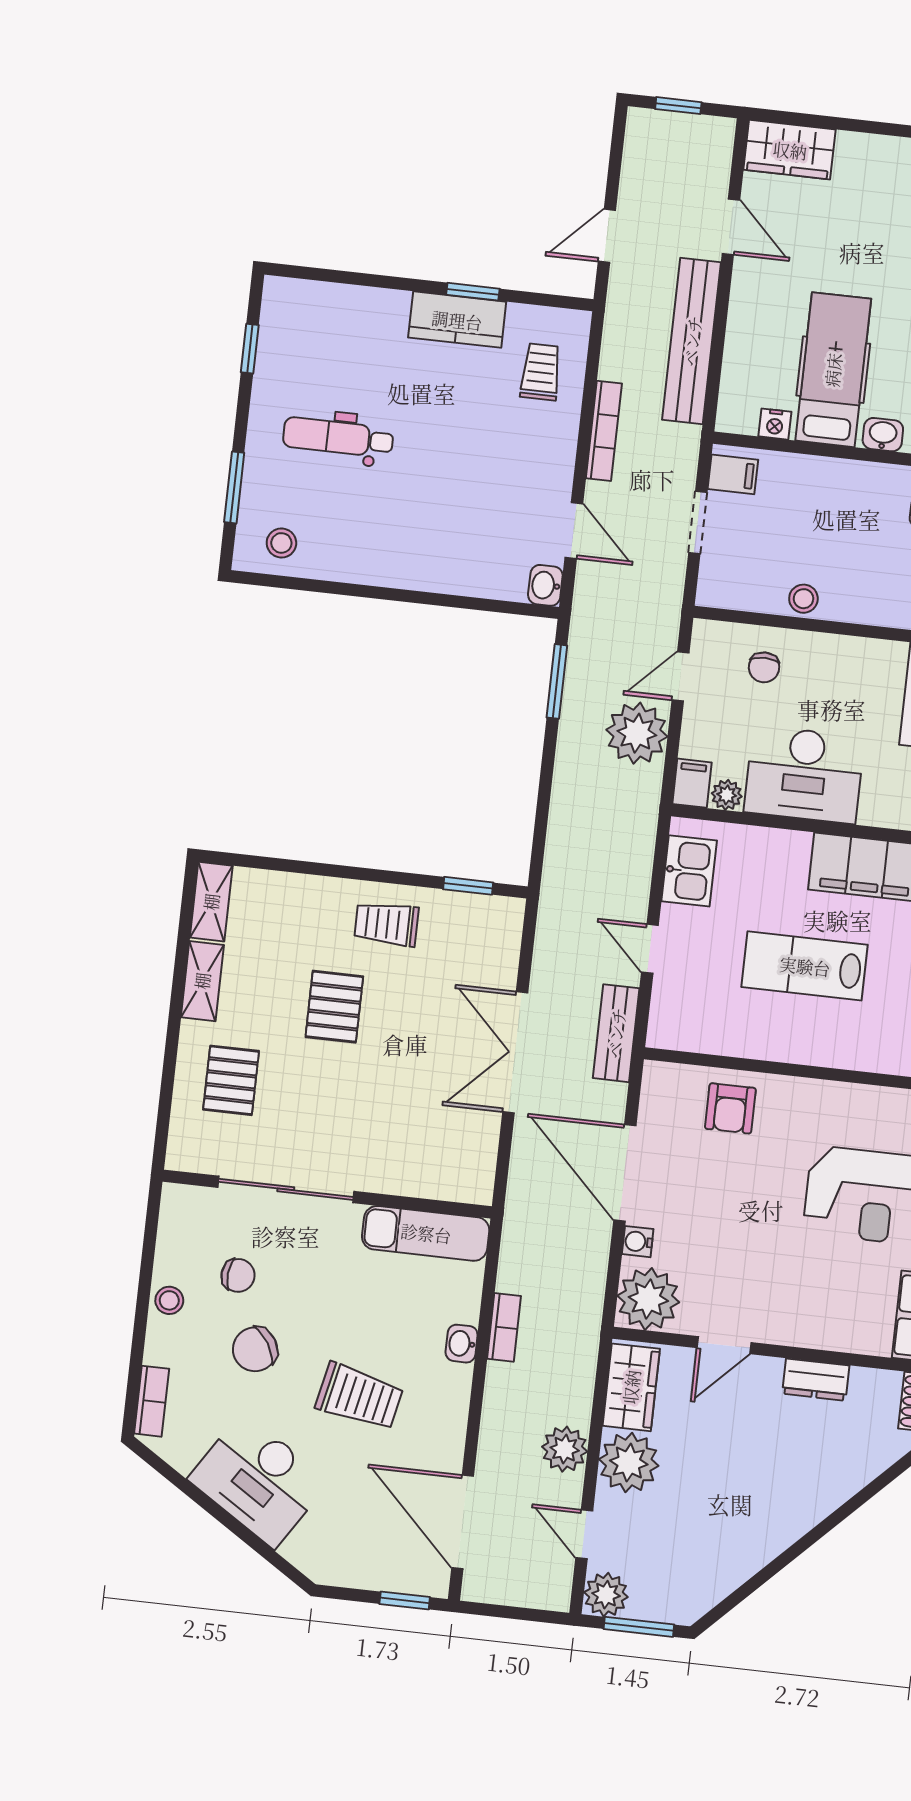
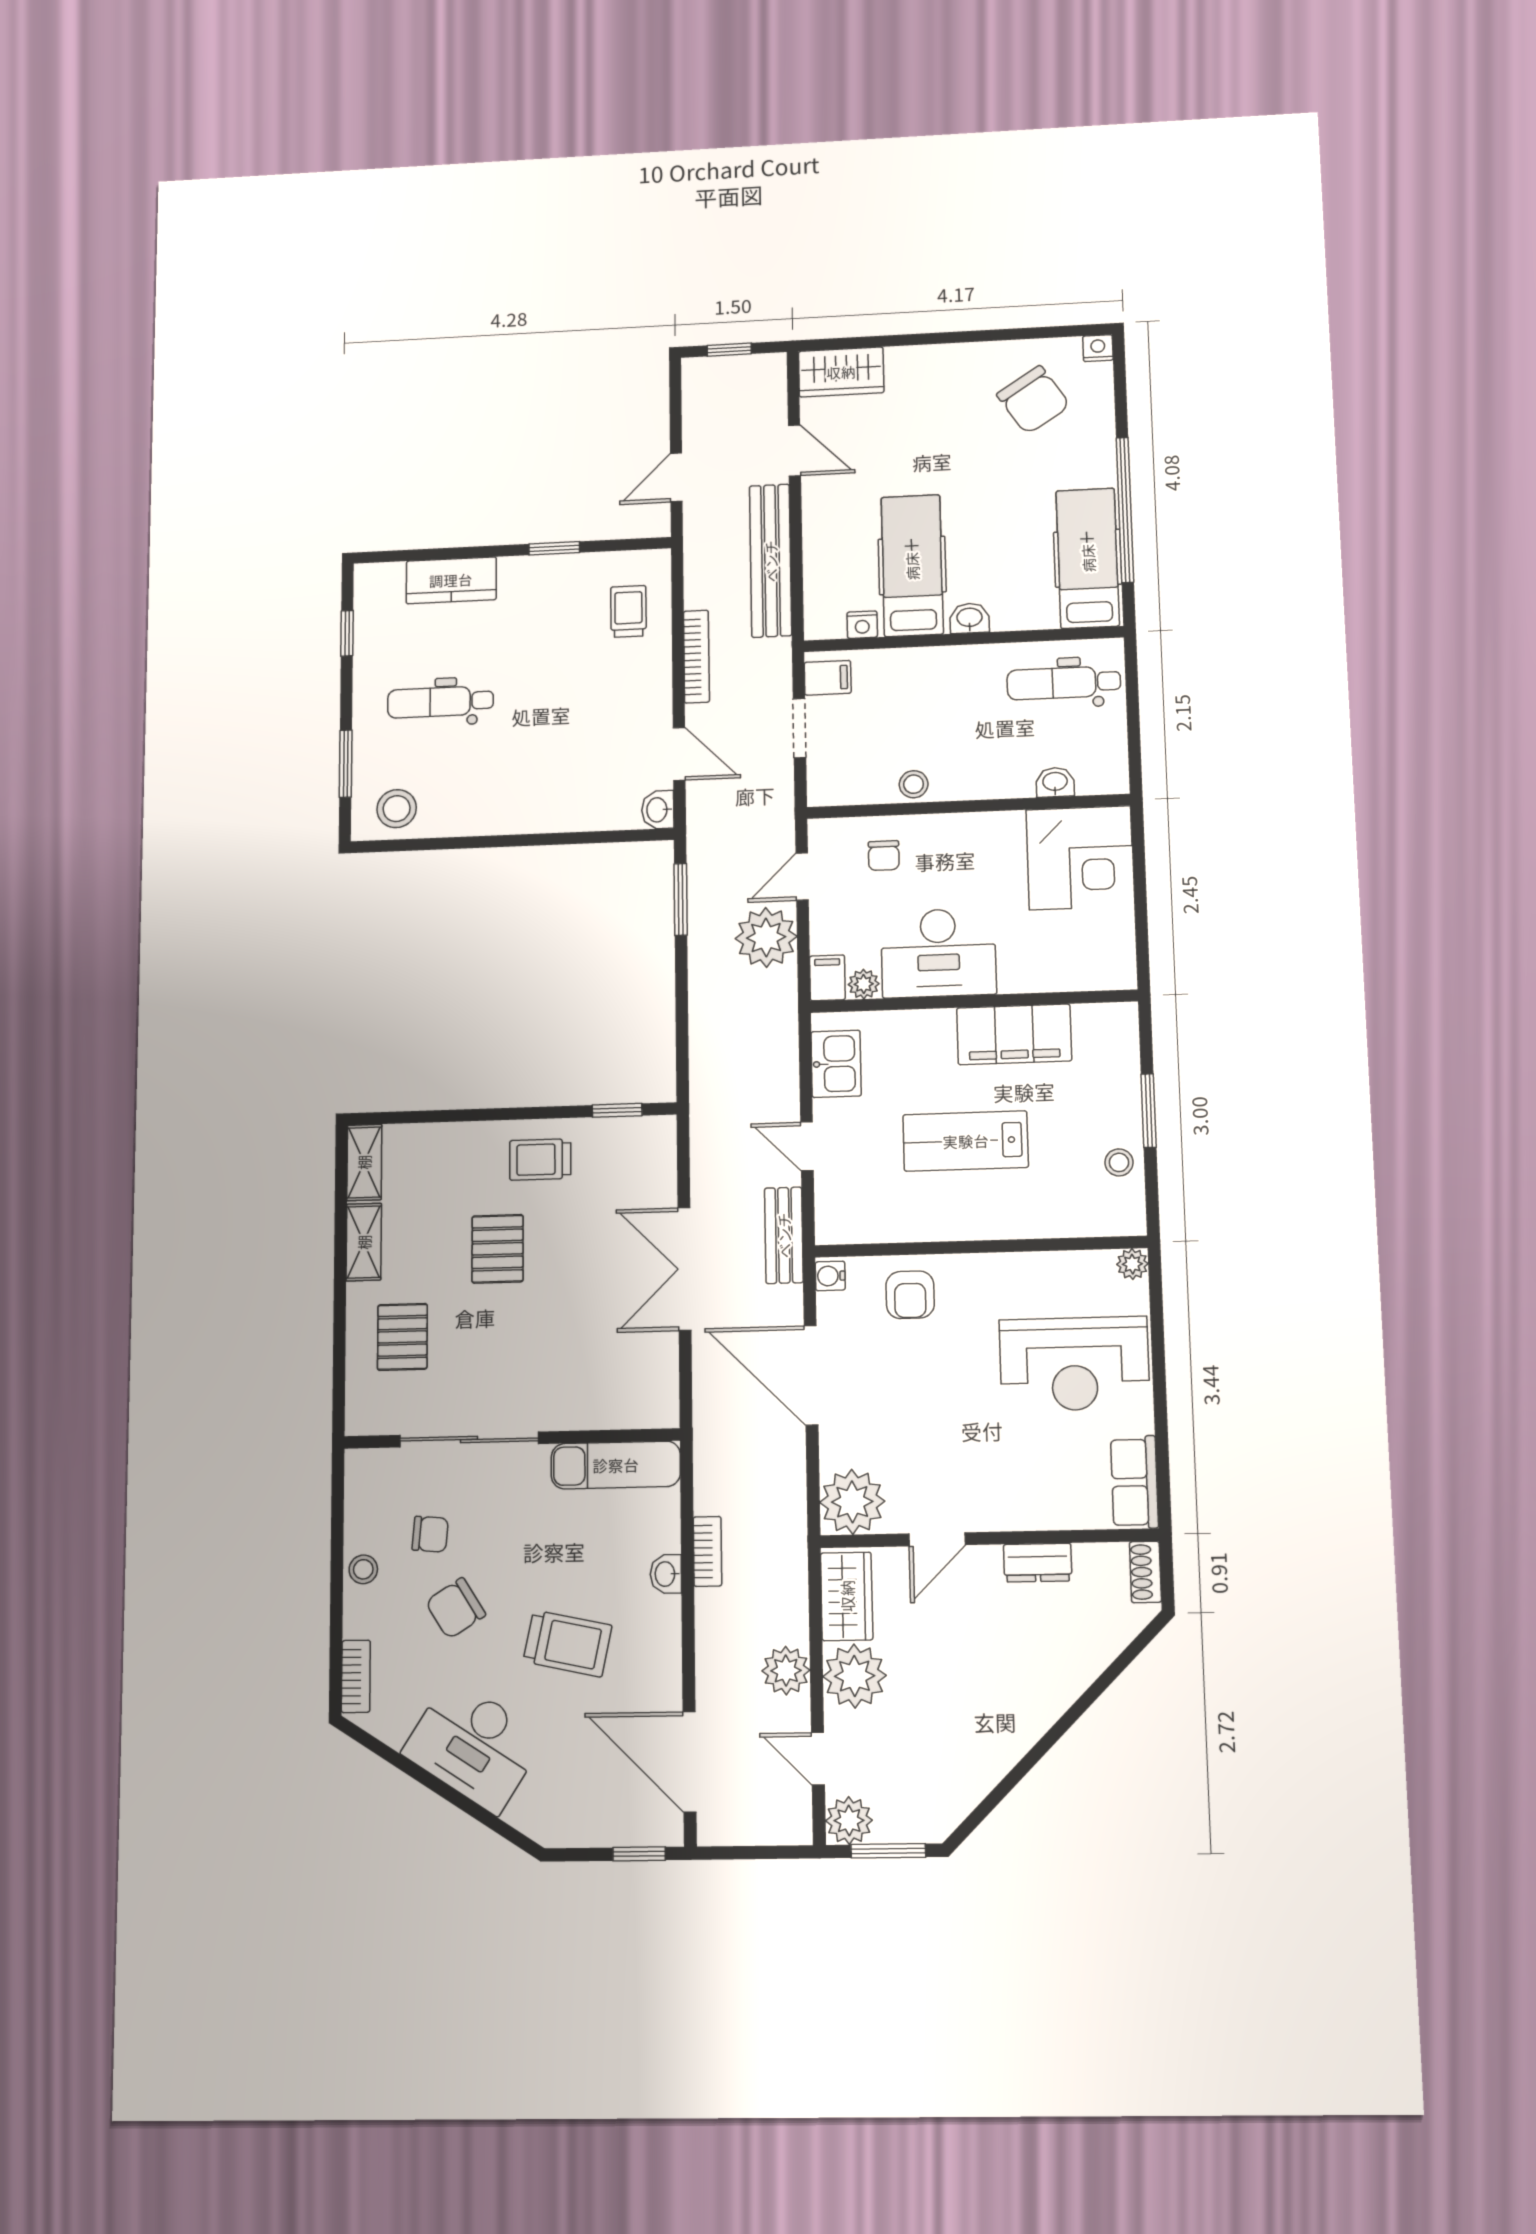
kitchen counter: (457, 320) -> (451, 580), moved
stool: (281, 543) -> (397, 809), width x1.37, depth x1.37
water cooler: (638, 1242) -> (830, 1276), moved

